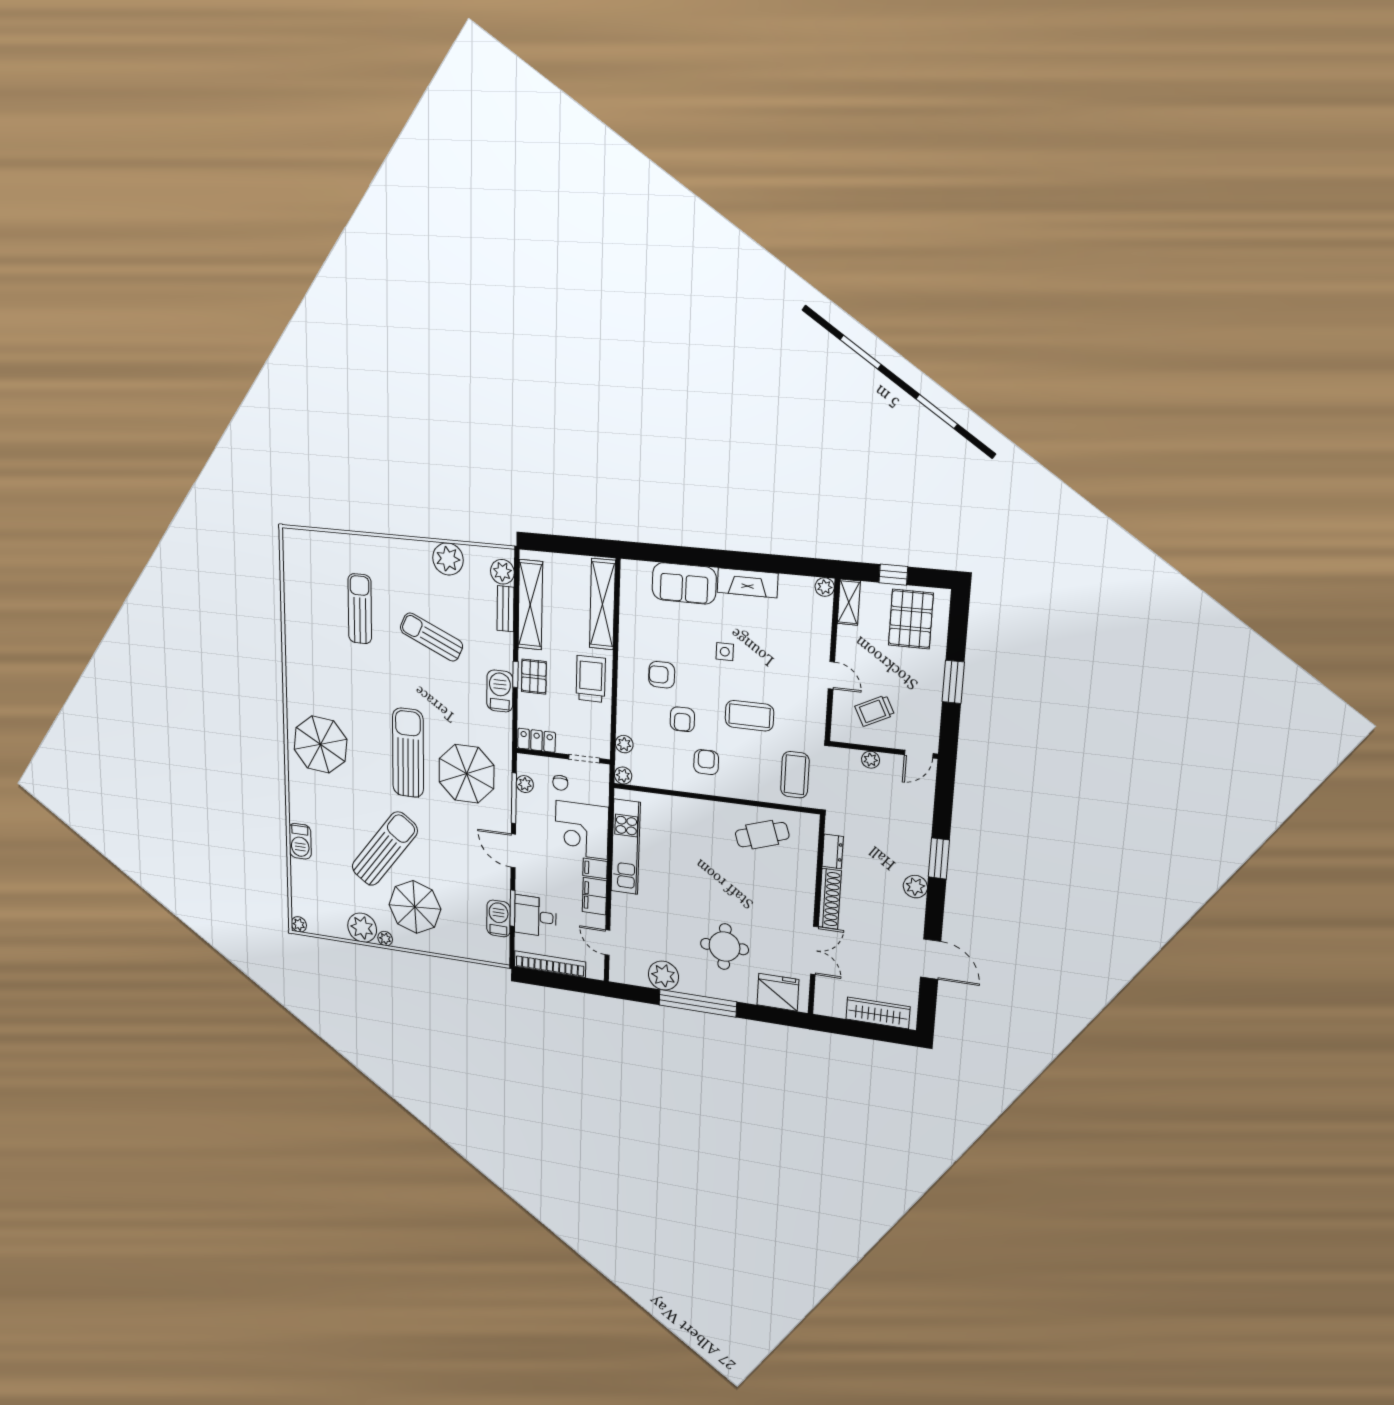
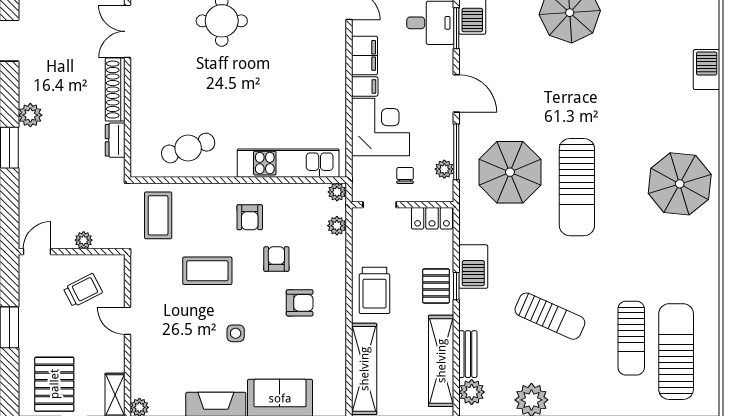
kitchen unit: (626, 847) -> (288, 163), moved, turned 90
sun lounger: (385, 849) -> (676, 352), moved, turned 143

